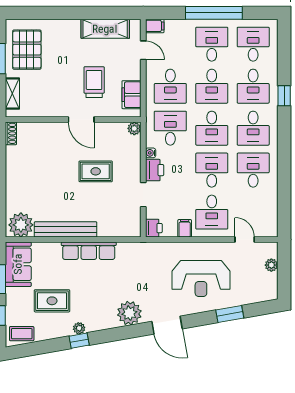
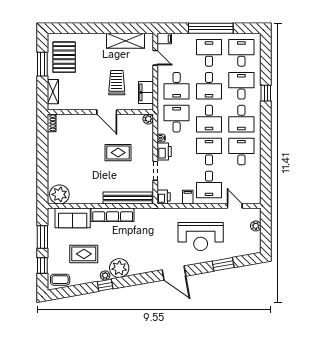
desk: (253, 86) -> (241, 86), turned 180
bench: (66, 229) -> (128, 198), moved
sofa: (18, 264) -> (73, 218), moved, turned 90
plant: (129, 313) -> (119, 268), moved

